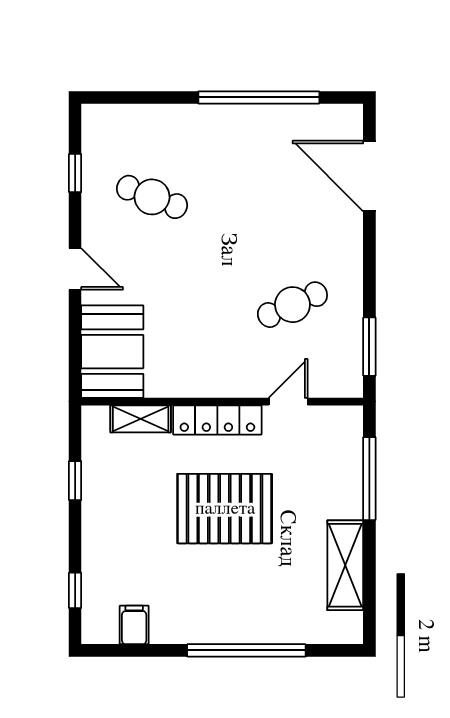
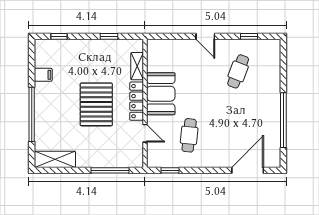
door: (75, 269) -> (205, 36), hinge flipped
cafe table: (292, 305) -> (189, 135), turned 30
window: (369, 347) -> (170, 170), width x0.67
booth: (112, 352) -> (161, 94), moved, turned 90
shelving: (345, 565) -> (55, 159), moved
filing cabinet: (134, 625) -> (43, 75), moved

